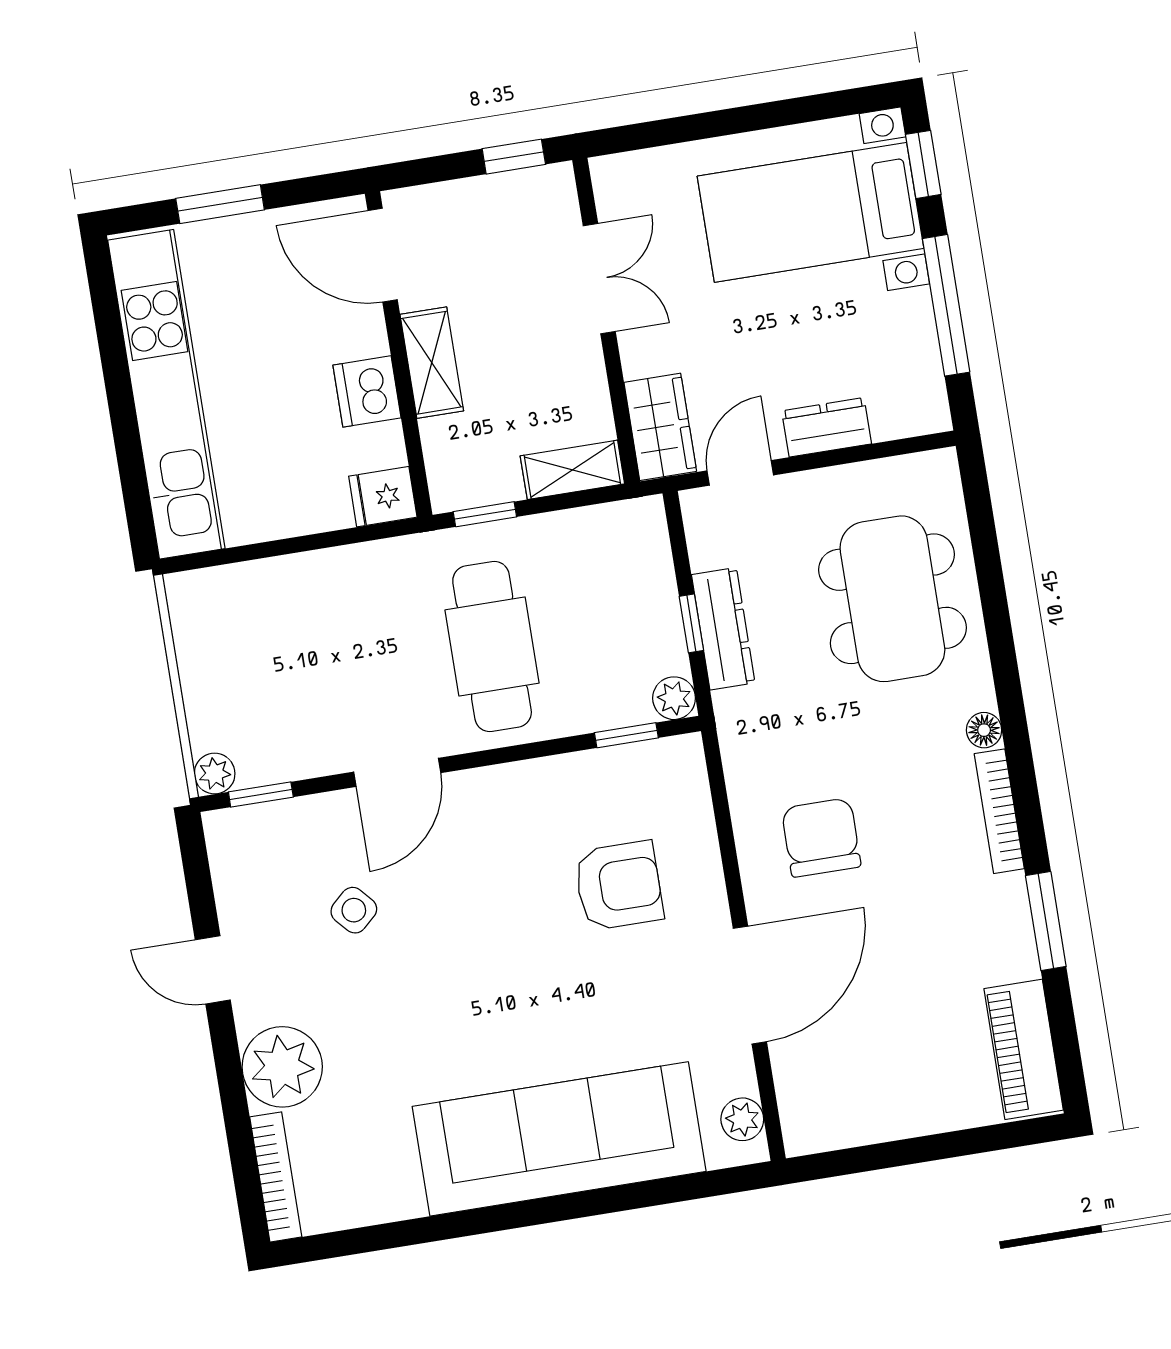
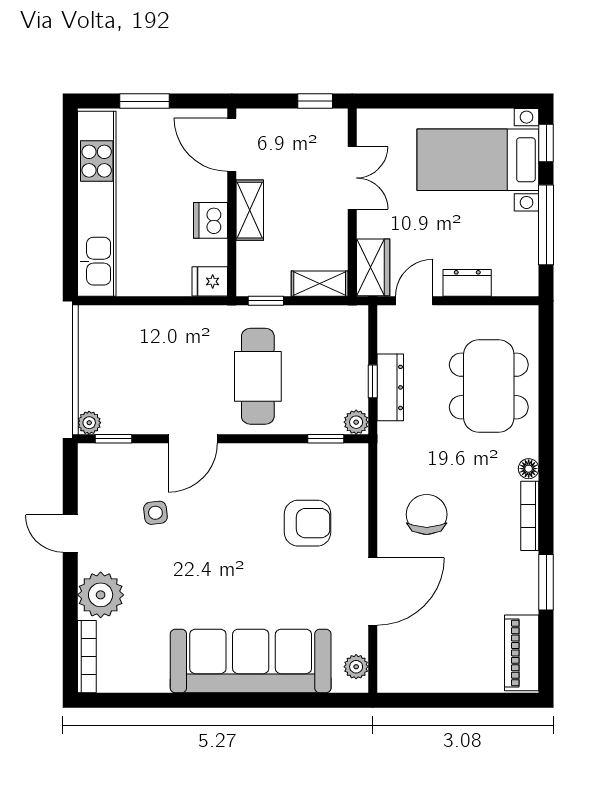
side table: (354, 910) -> (155, 513), turned 35

